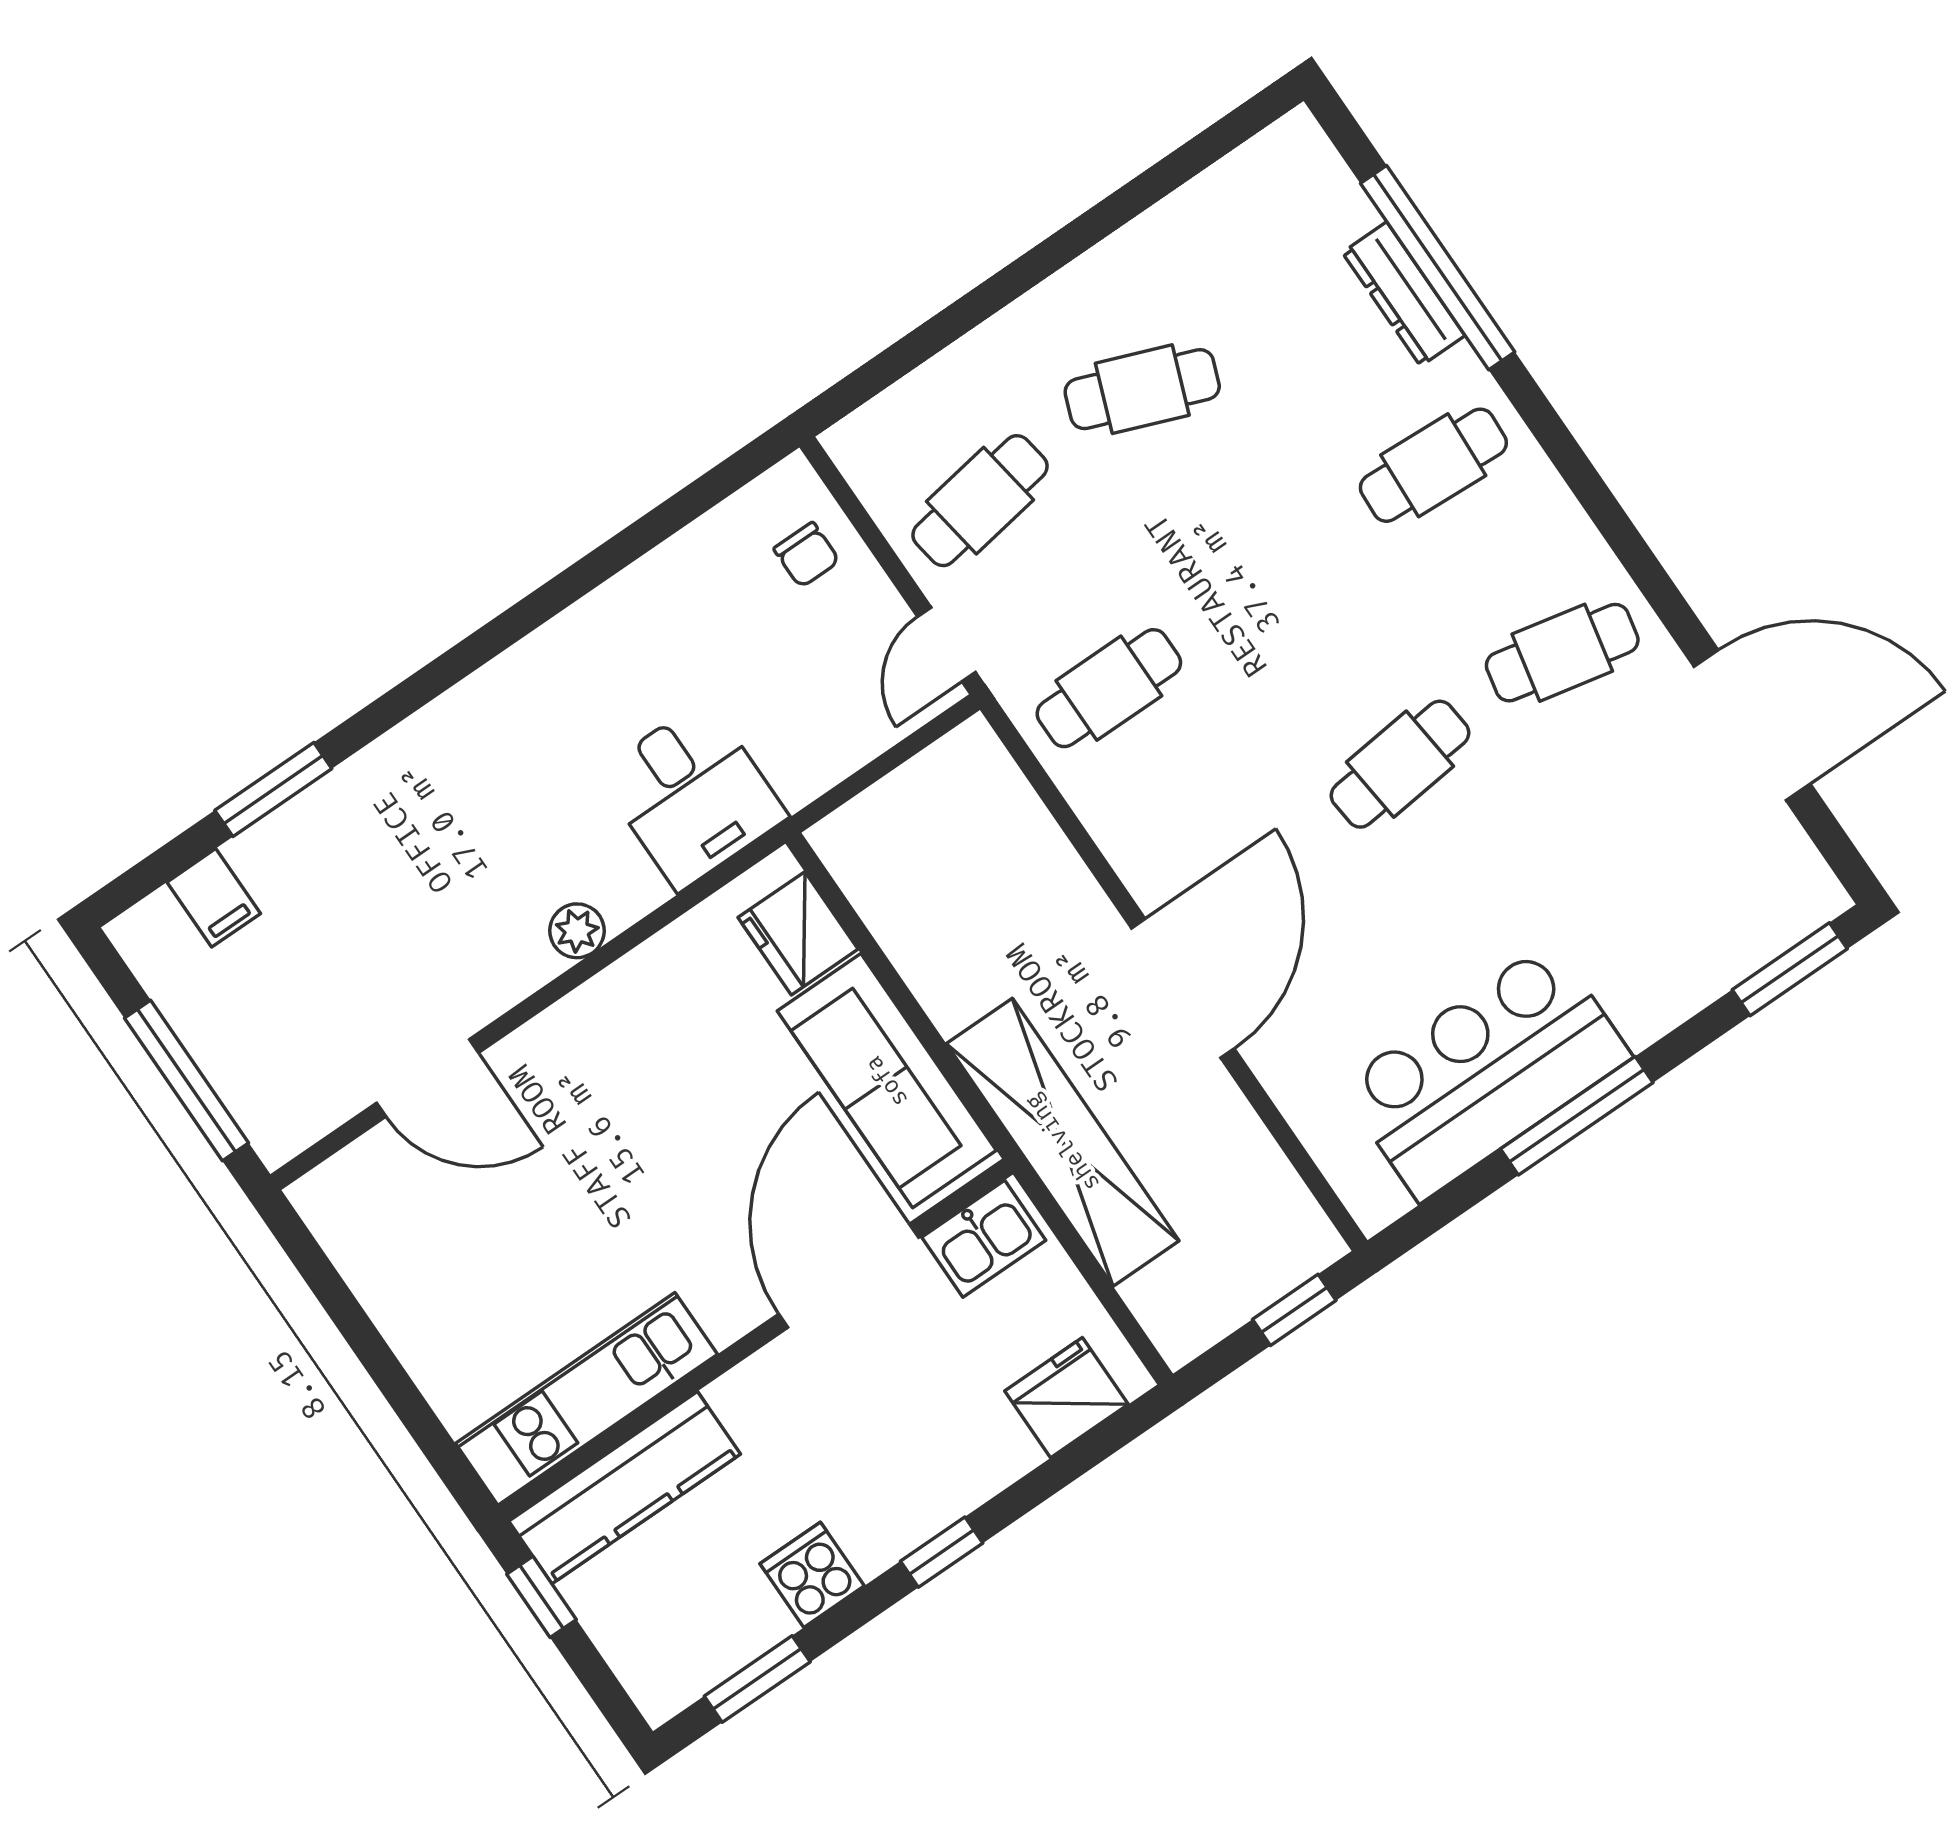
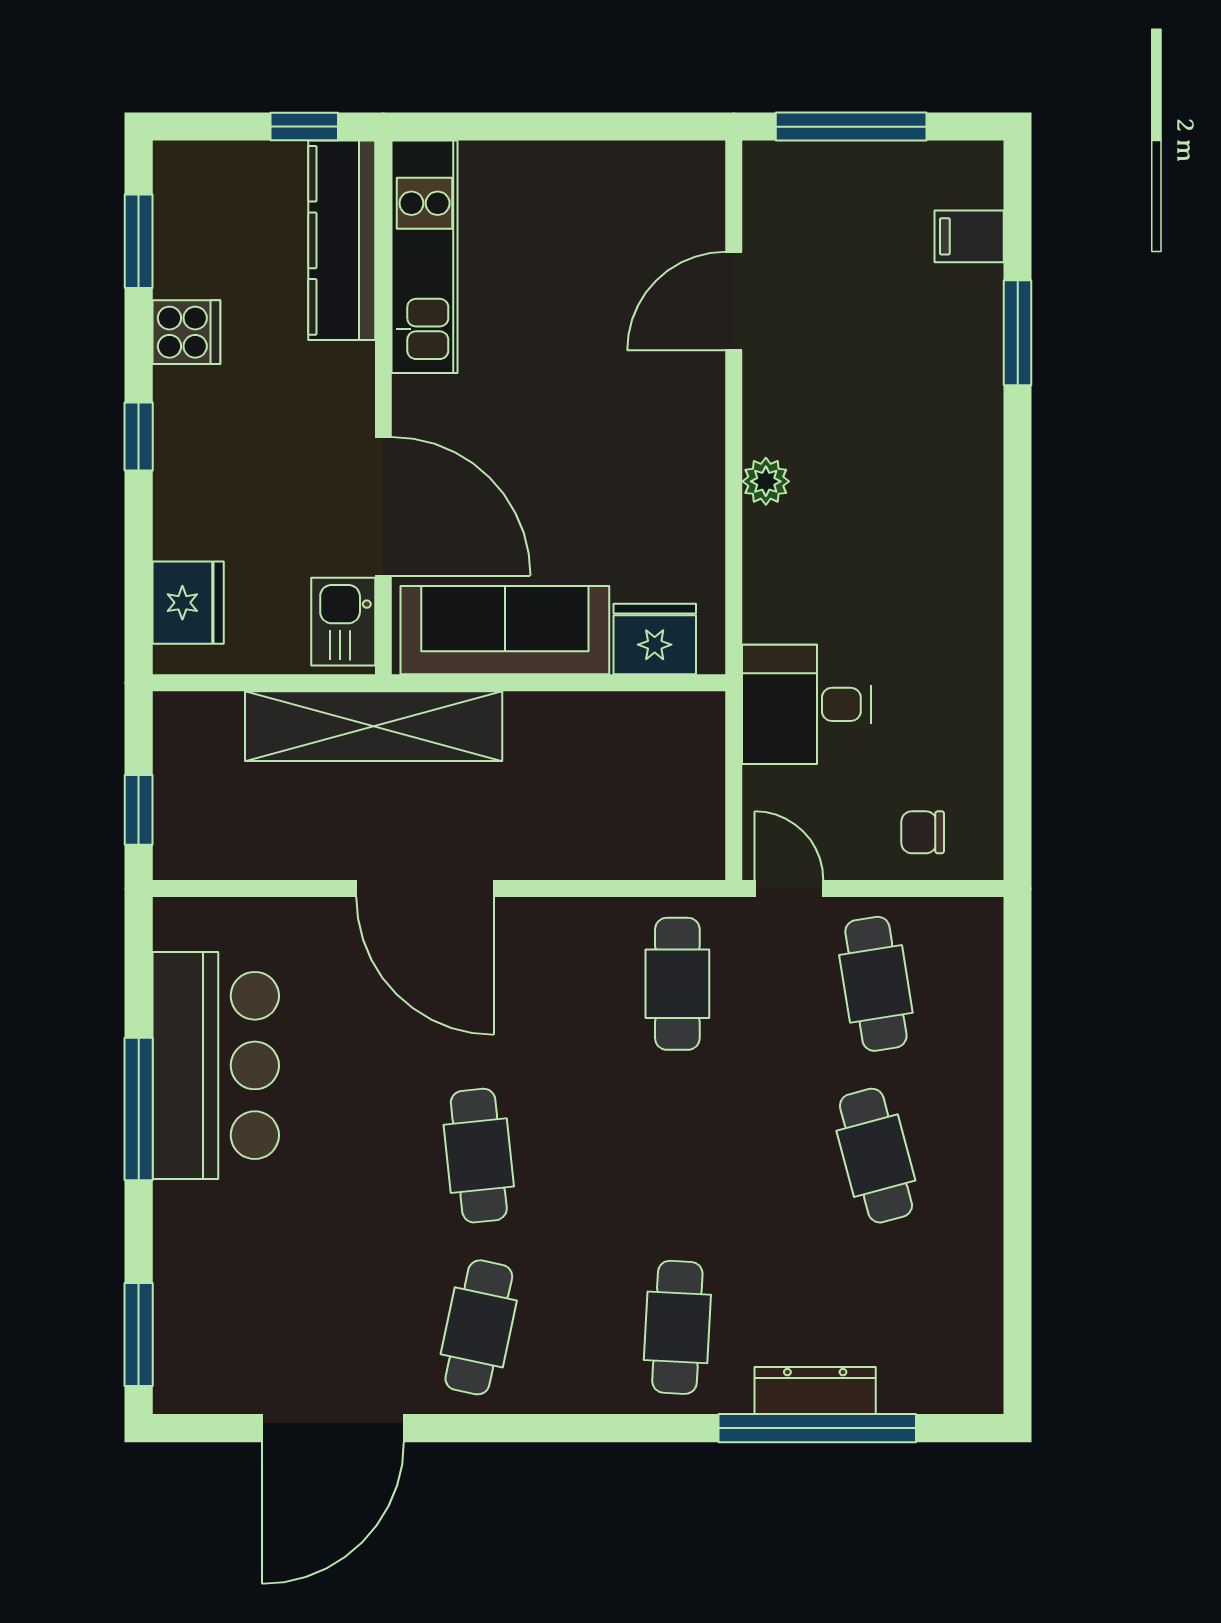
cafe table: (1142, 389) -> (876, 1156), turned -36
desk: (692, 795) -> (807, 704), moved

